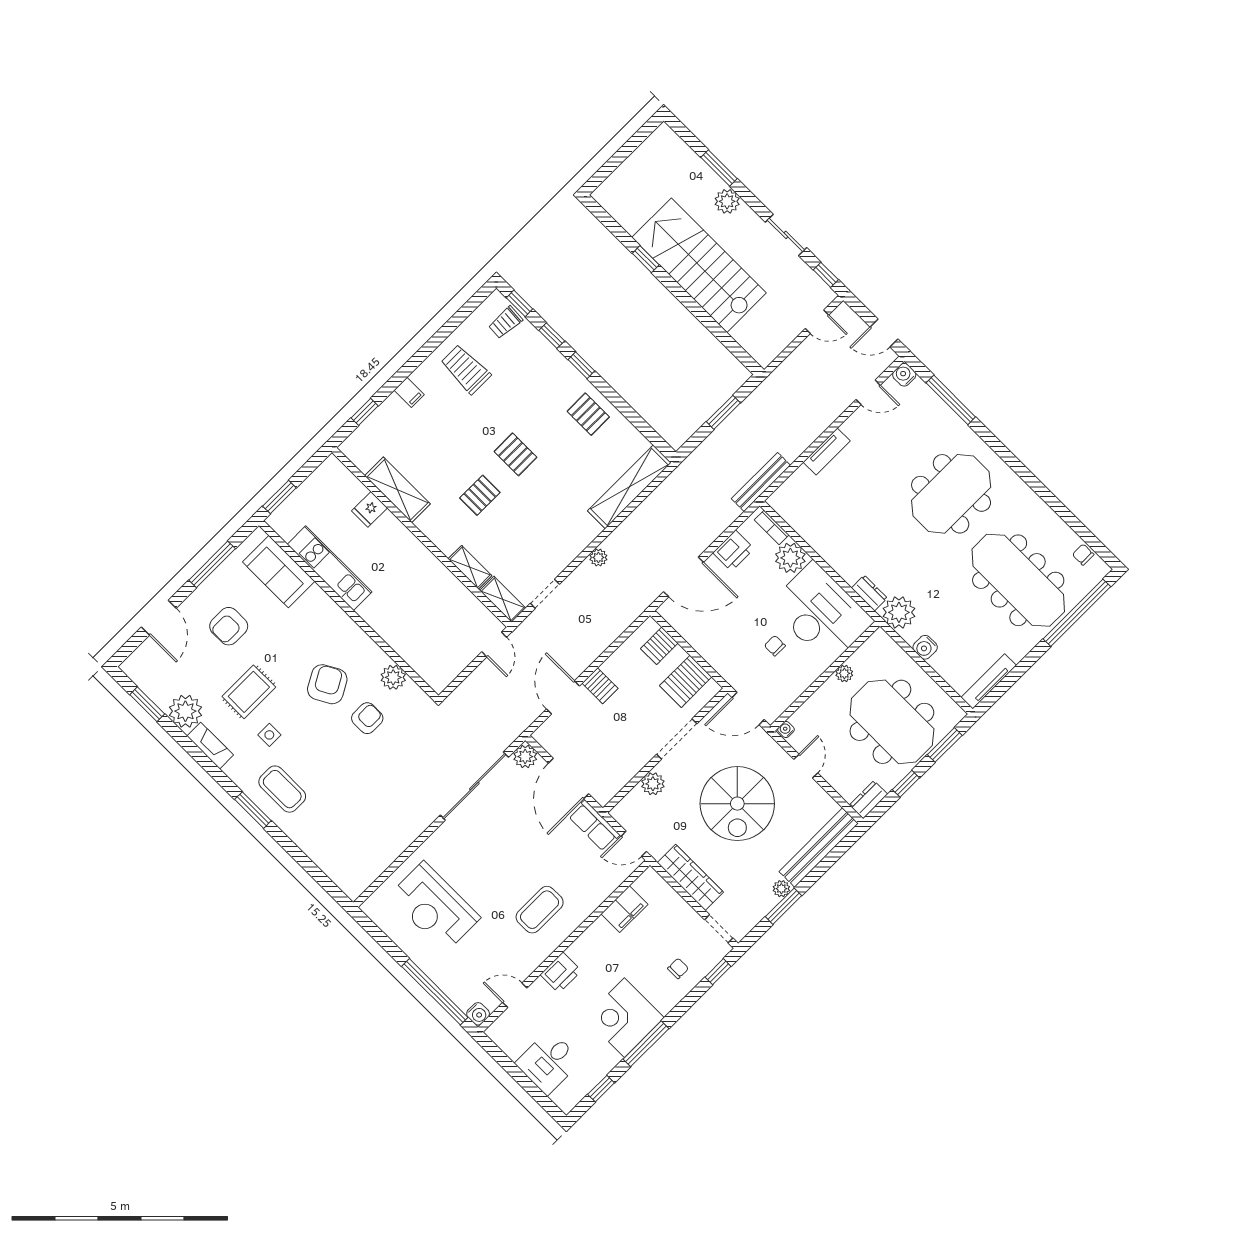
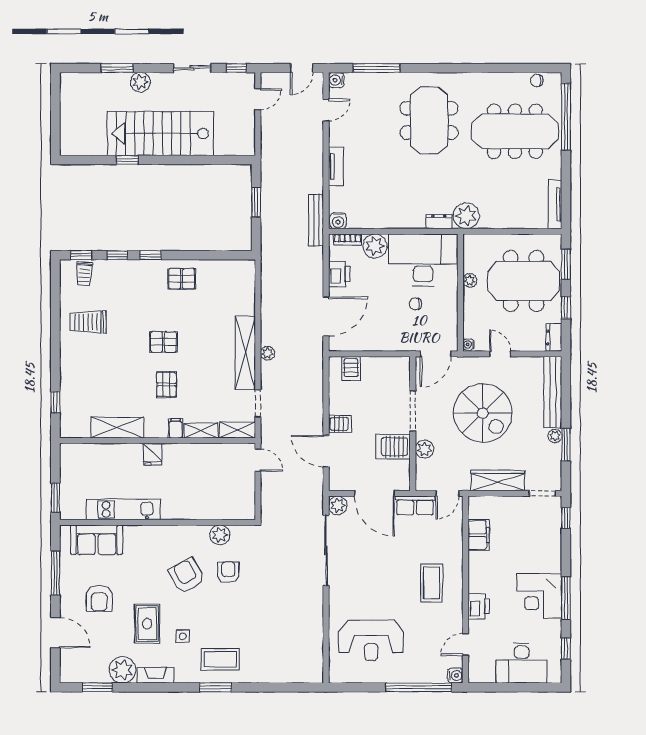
filing cabinet: (409, 392) -> (176, 428), moved, turned -90
shelving: (629, 487) -> (245, 353), moved
fridge: (369, 509) -> (153, 454), moved
water cooler: (925, 647) -> (338, 221), moved
server rack: (686, 681) -> (393, 447), moved, turned 90
chair: (678, 968) -> (542, 538), removed
desk: (548, 1062) -> (522, 663), width x1.37

